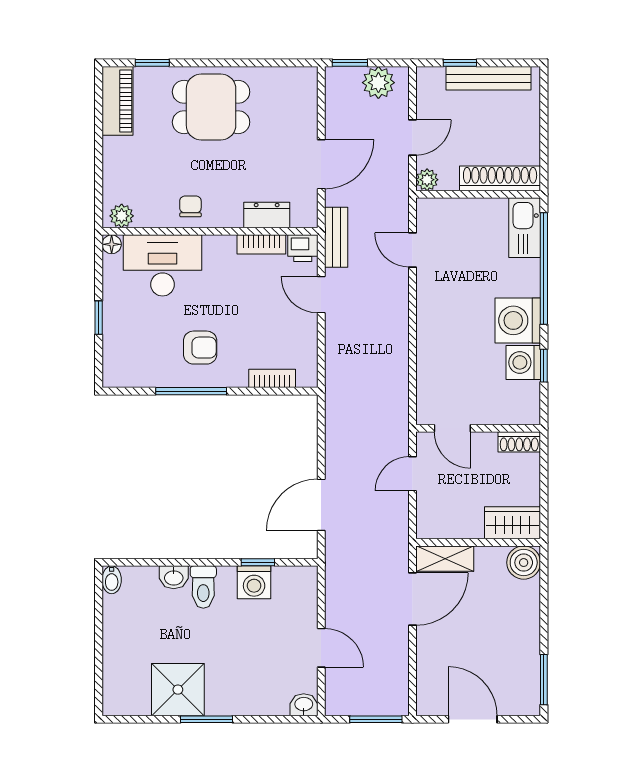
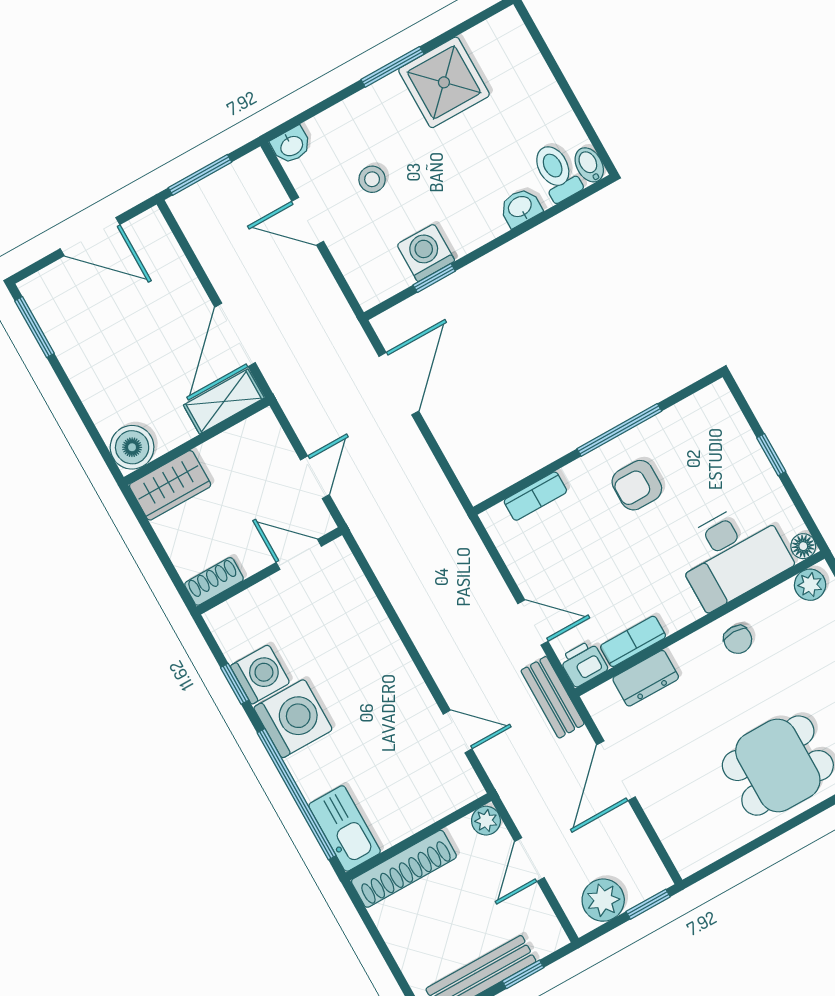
toilet: (203, 587) -> (556, 172), moved
stool: (262, 652) -> (372, 179), added

